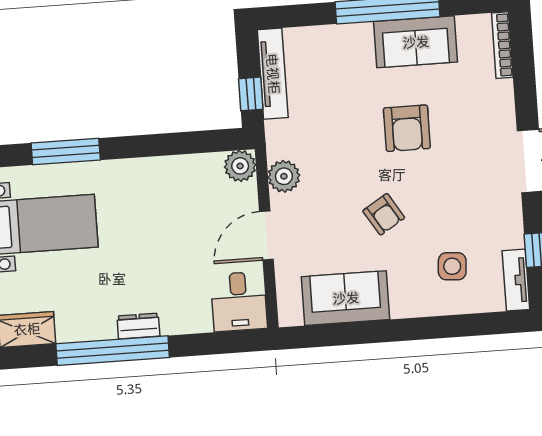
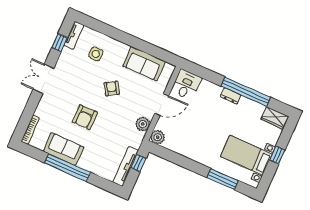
armchair: (407, 128) -> (85, 117), turned 180

